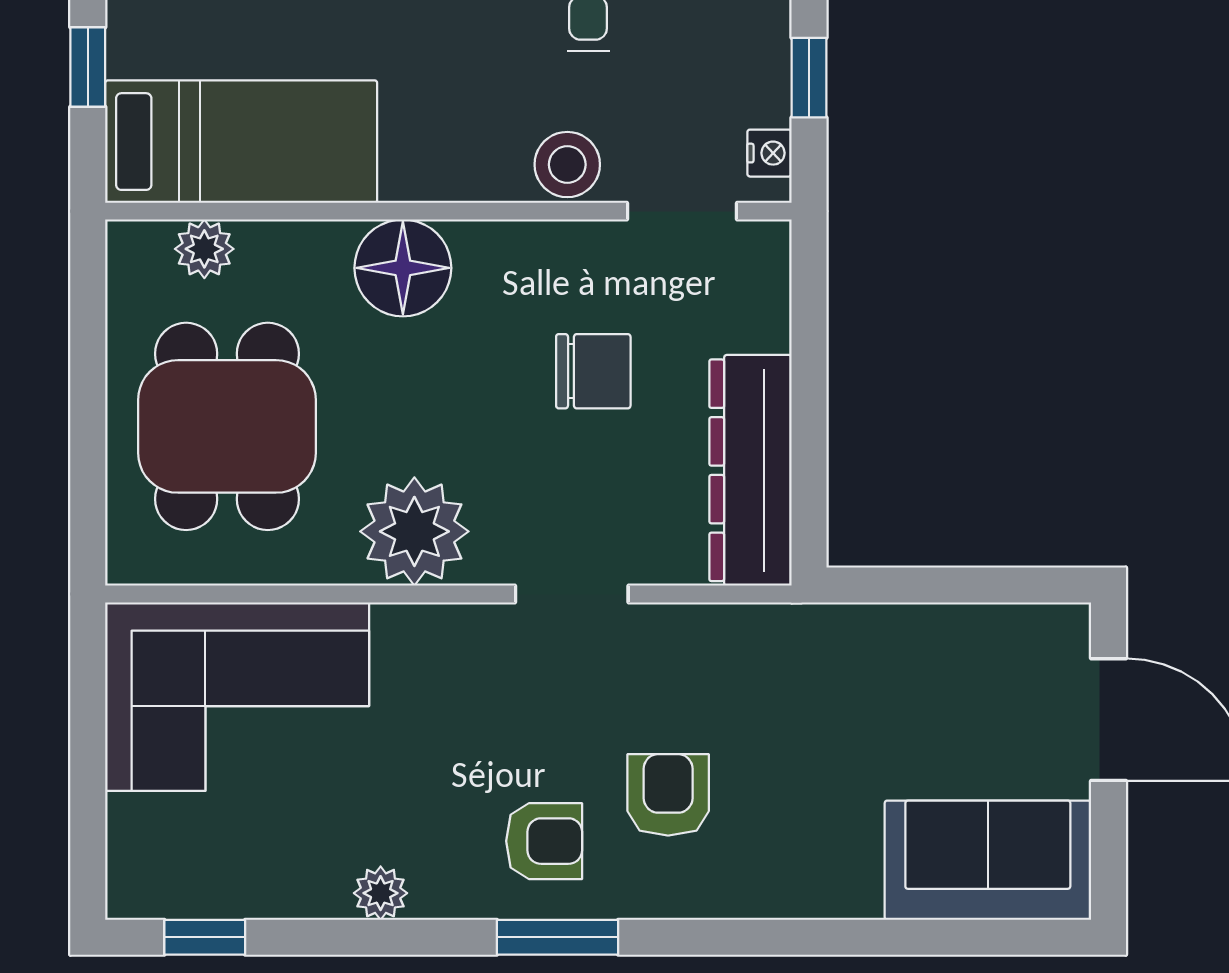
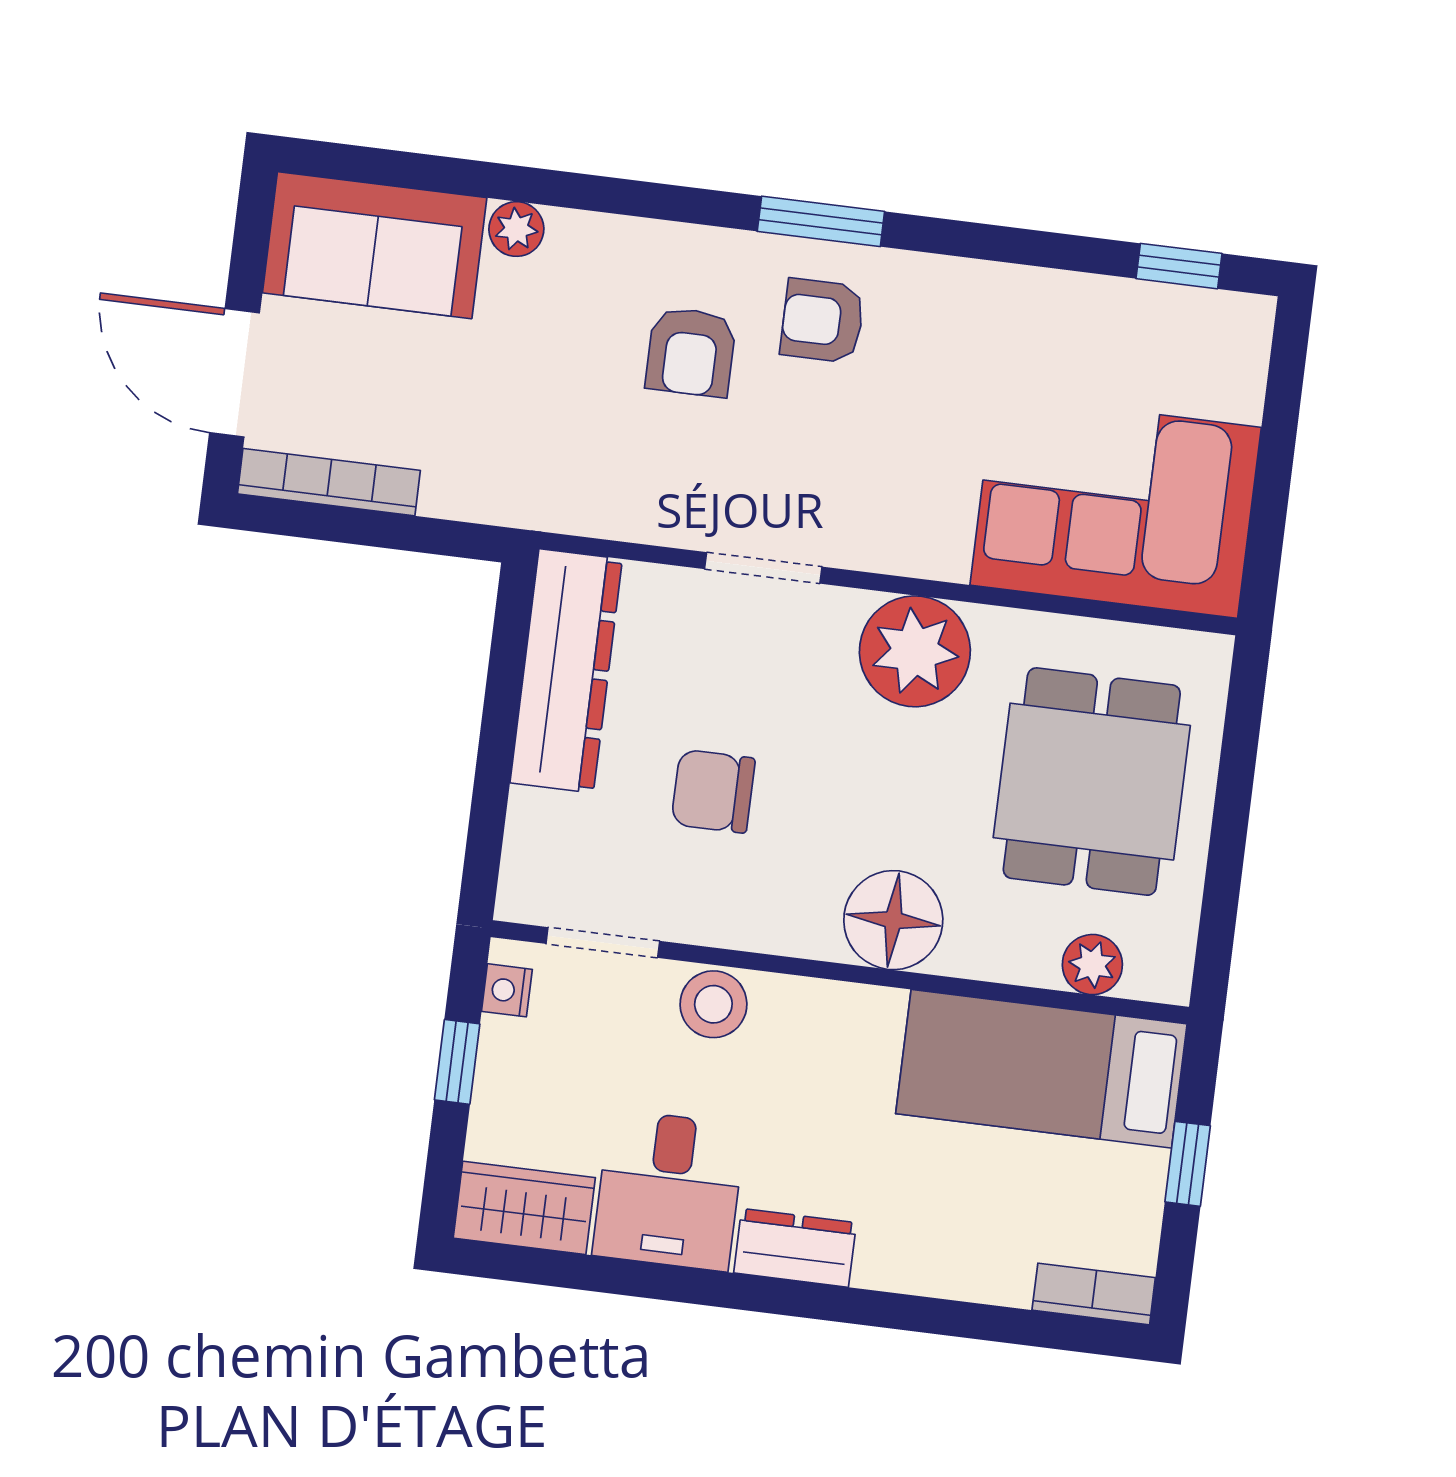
bookcase: (1004, 625) -> (329, 482), added
plant: (381, 893) -> (516, 229), moved

